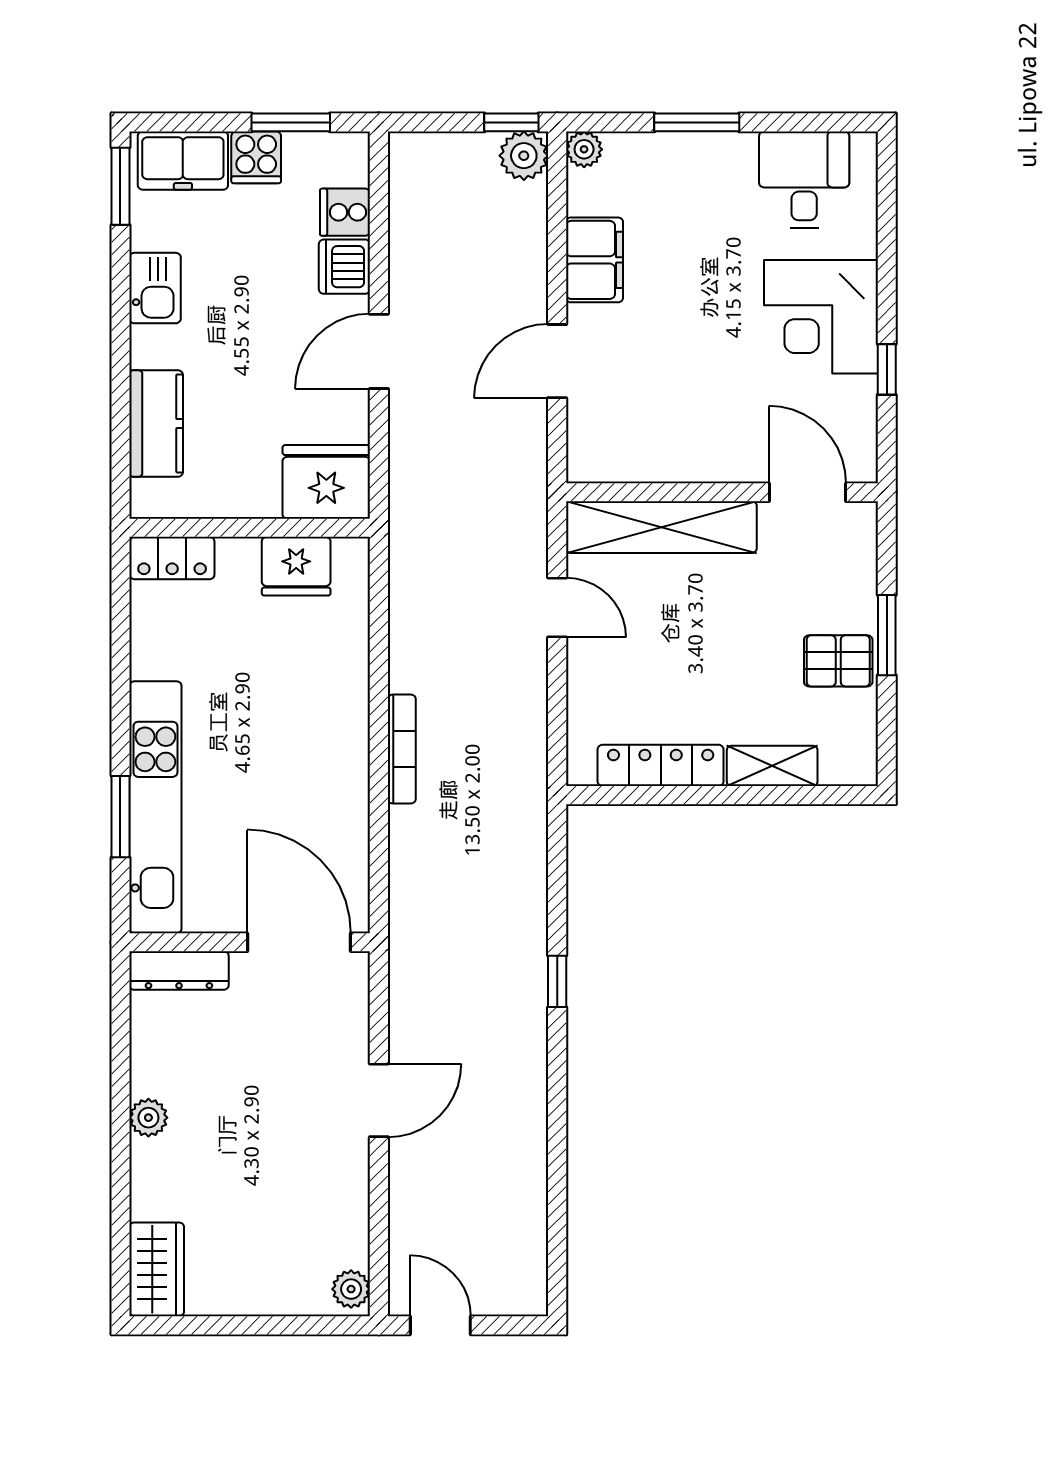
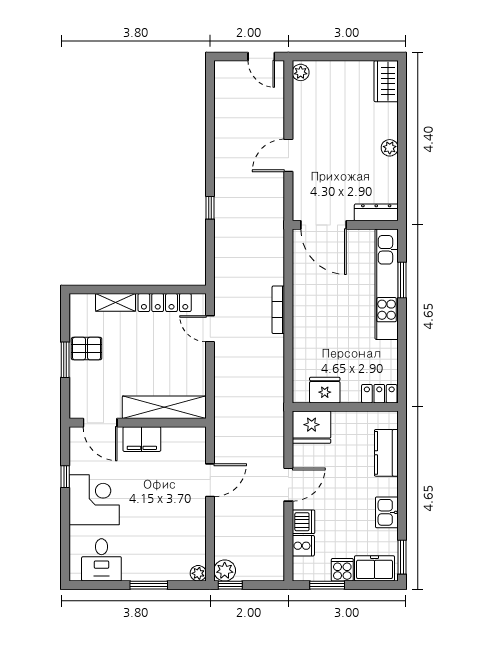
filing cabinet: (594, 260) -> (142, 439), moved, turned -90
door: (557, 607) -> (210, 329), moved

